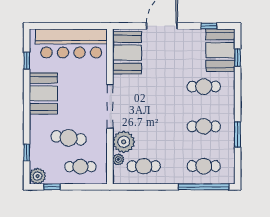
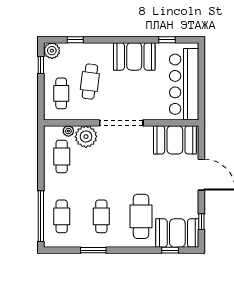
cafe table: (204, 87) -> (141, 216), width x1.37, depth x1.35

